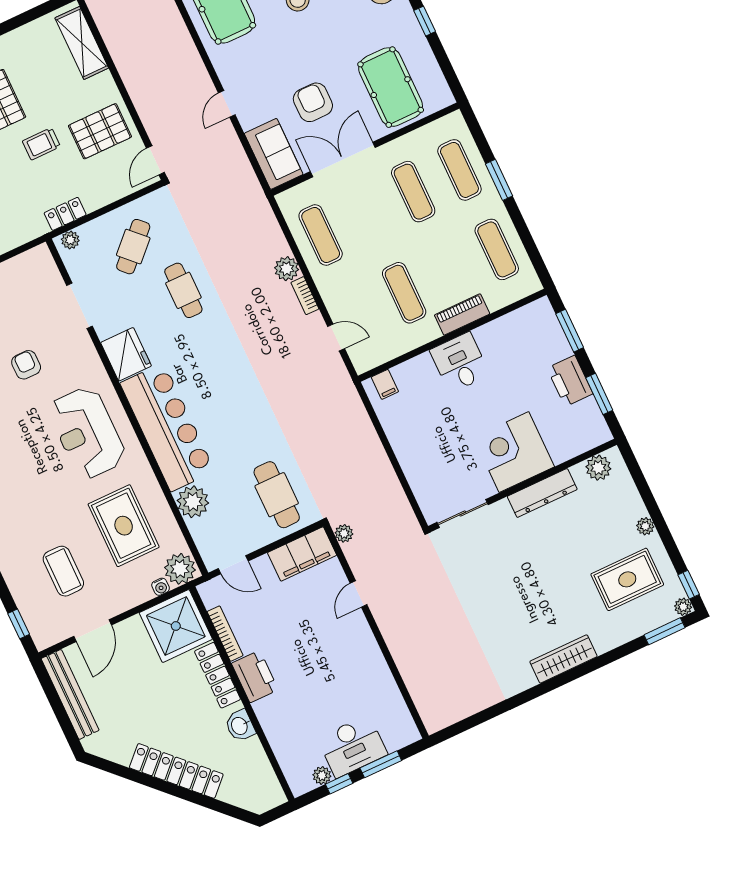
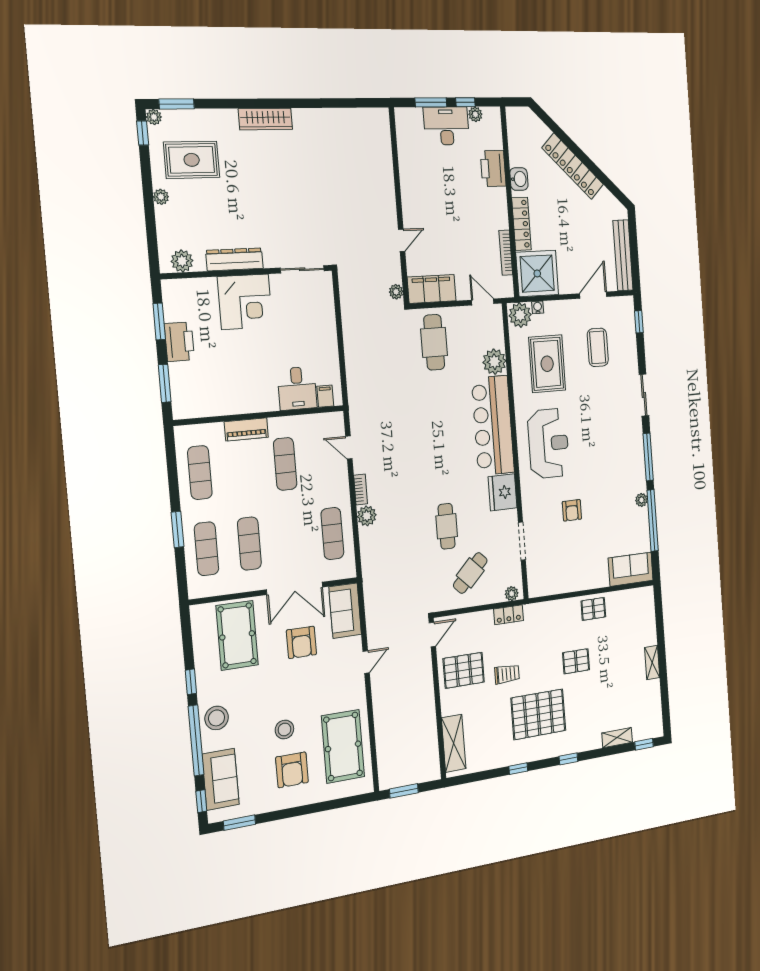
desk: (460, 362) -> (297, 388), moved
printer: (255, 676) -> (493, 168), moved

